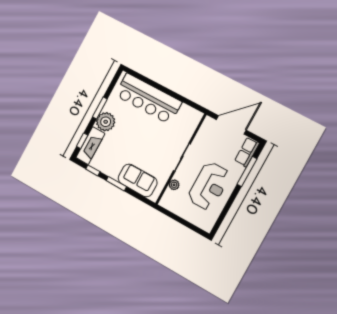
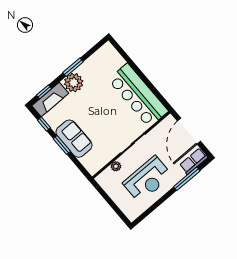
bar counter: (148, 99) -> (138, 95), moved
door: (231, 125) -> (189, 131), swing flipped
sofa: (138, 180) -> (74, 139), moved

